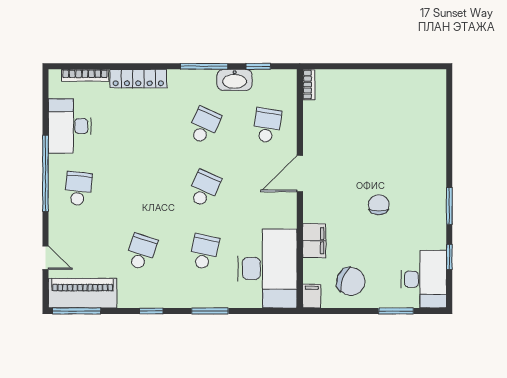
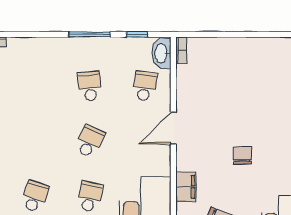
locker: (138, 79) -> (32, 45), removed
washbasin: (235, 80) -> (162, 53), moved, turned 90
school desk: (204, 125) -> (90, 86), turned -30

